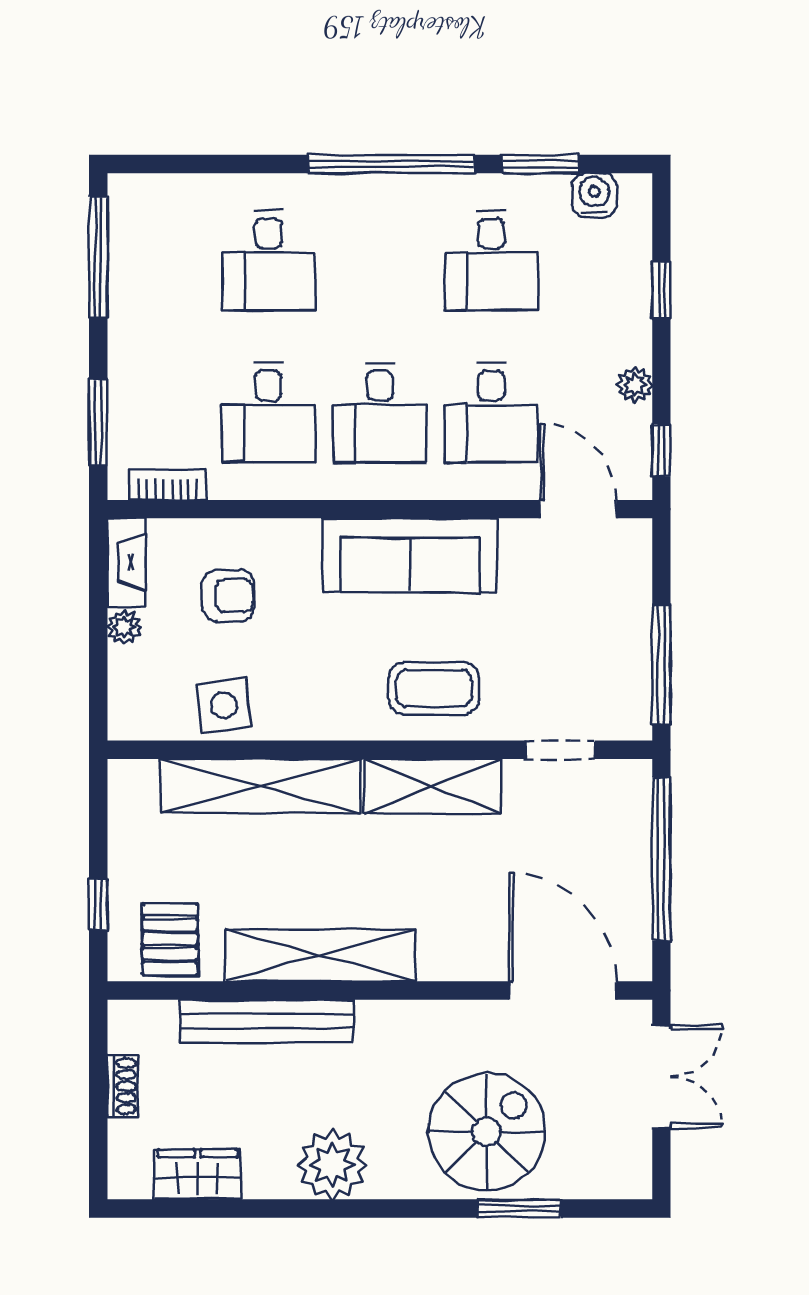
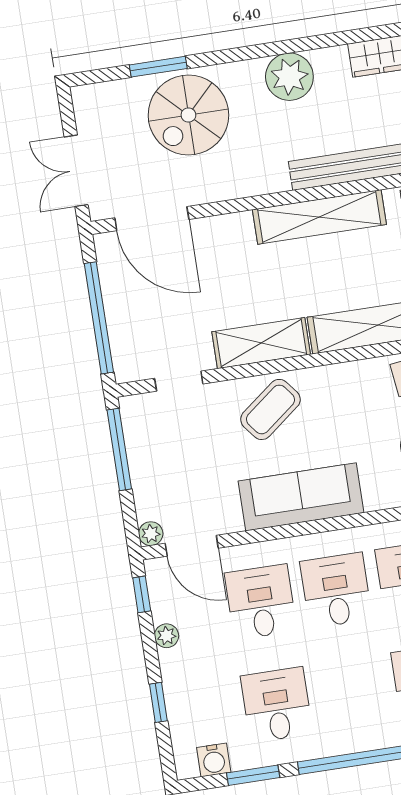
plant: (635, 536) -> (151, 534), added
coffee table: (434, 688) -> (270, 409), turned -38

